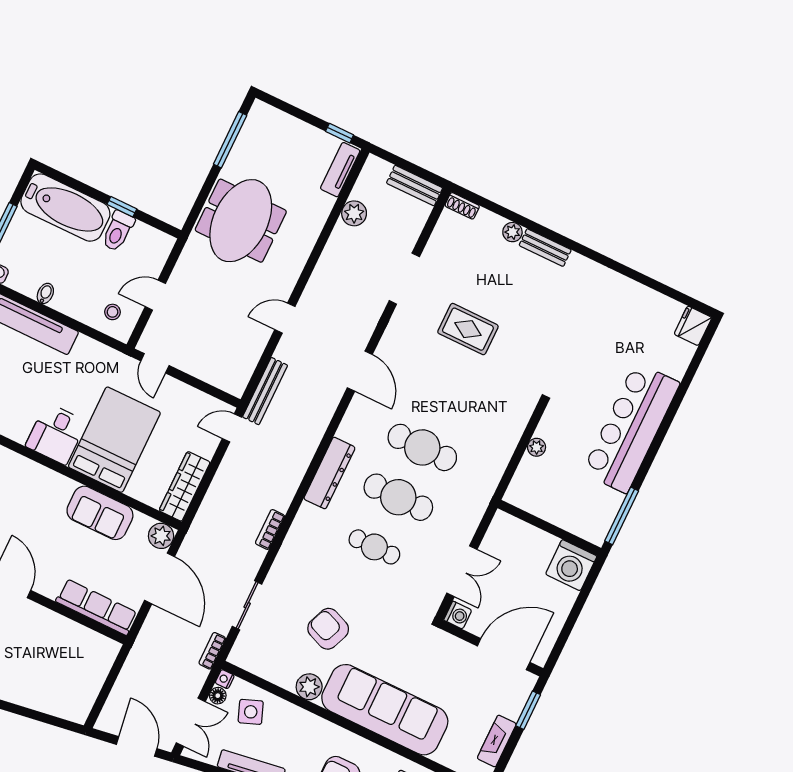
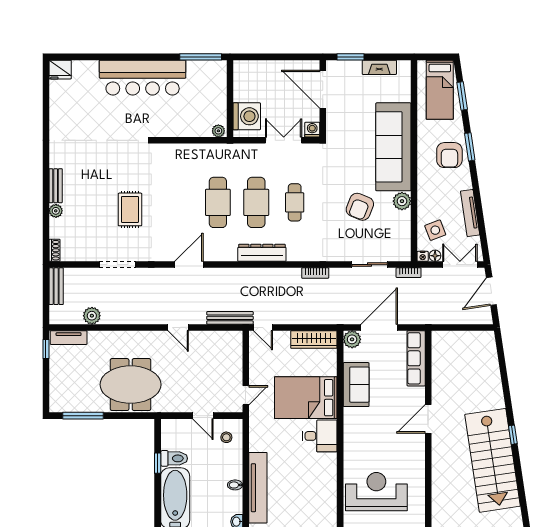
plant: (537, 447) -> (218, 131), moved
washing machine: (571, 565) -> (247, 116), moved

